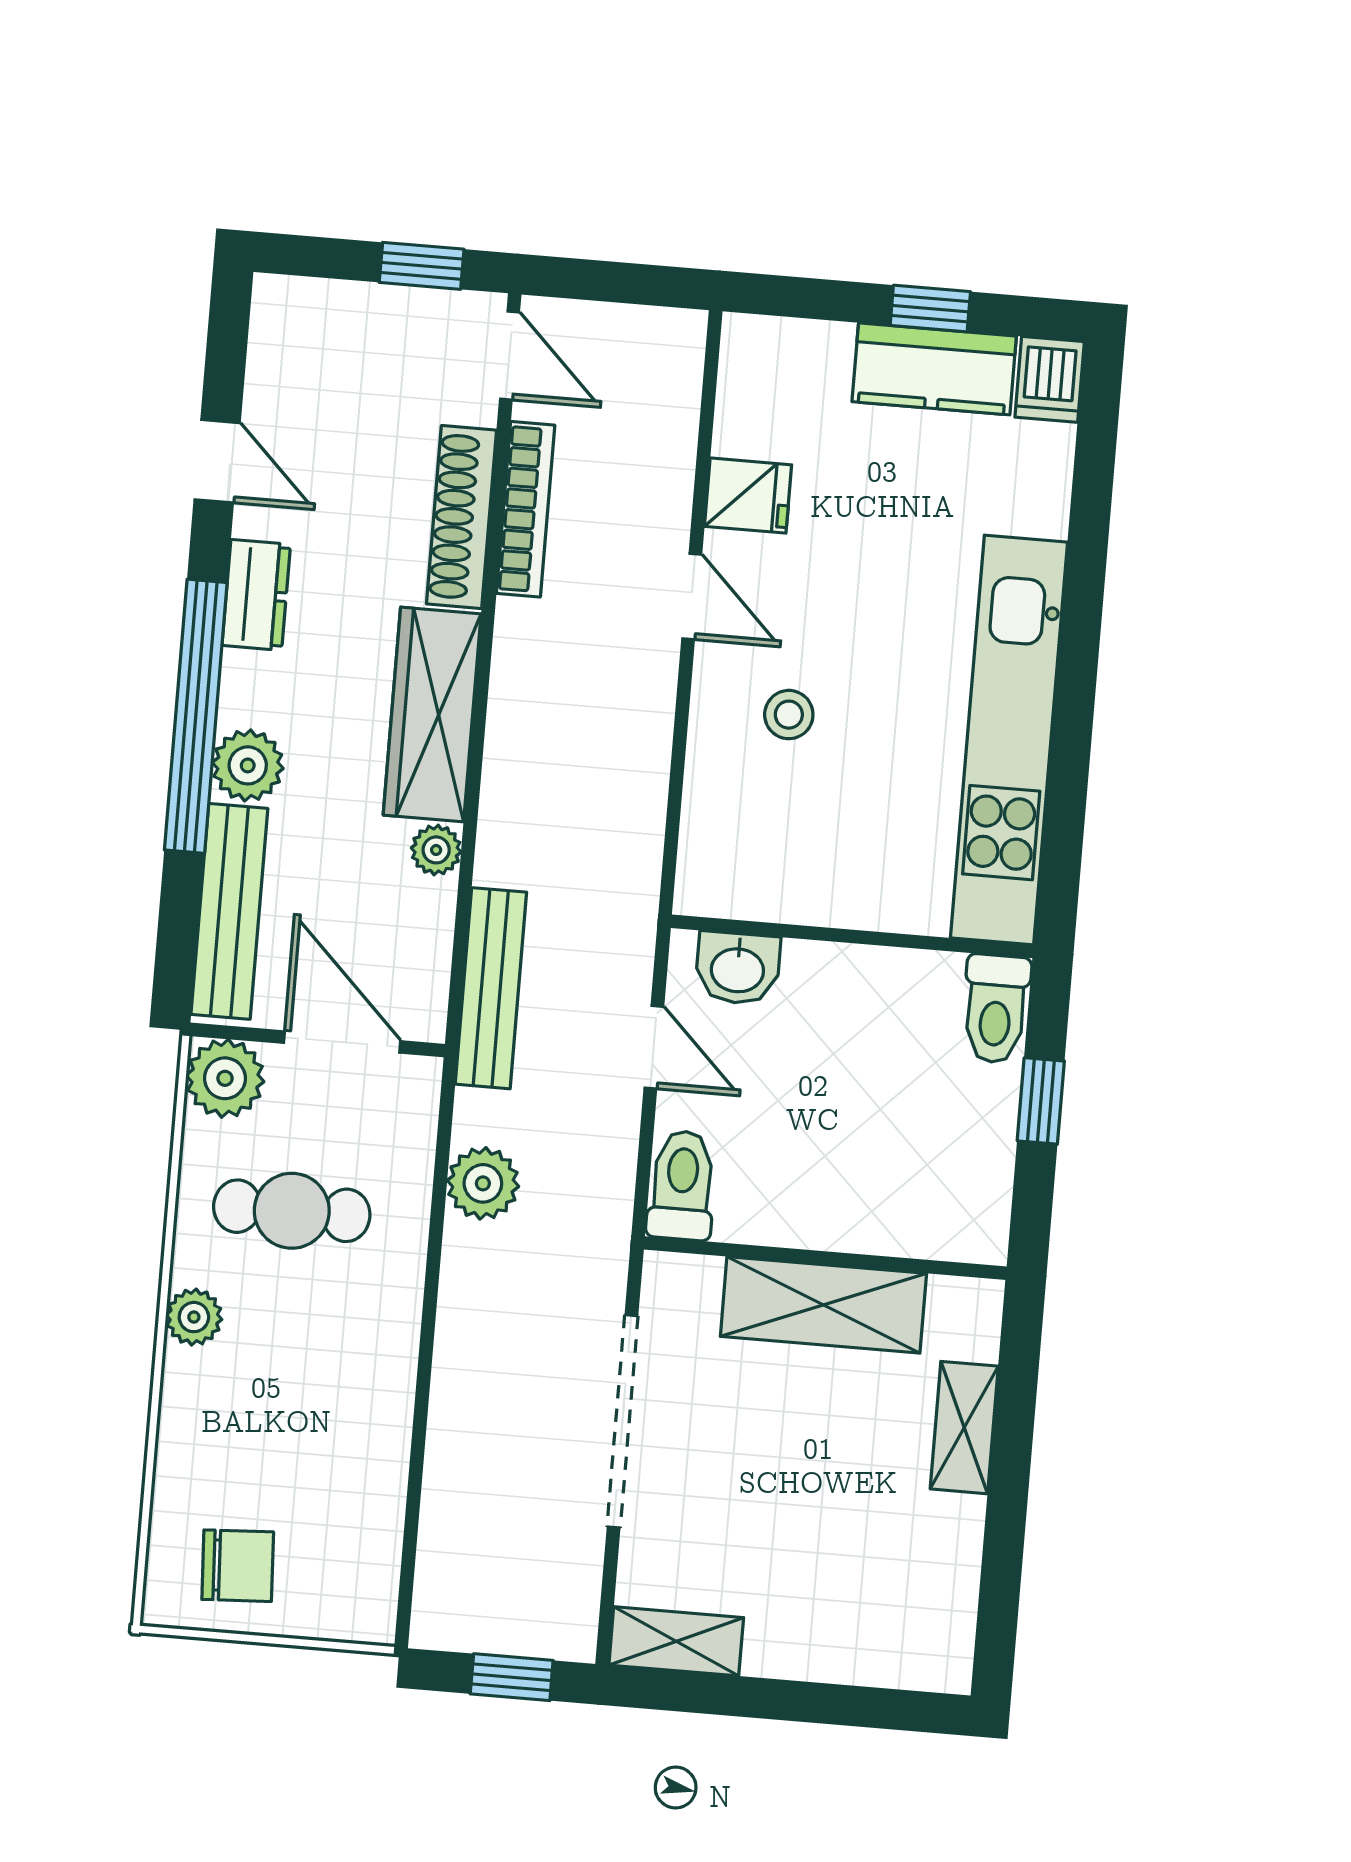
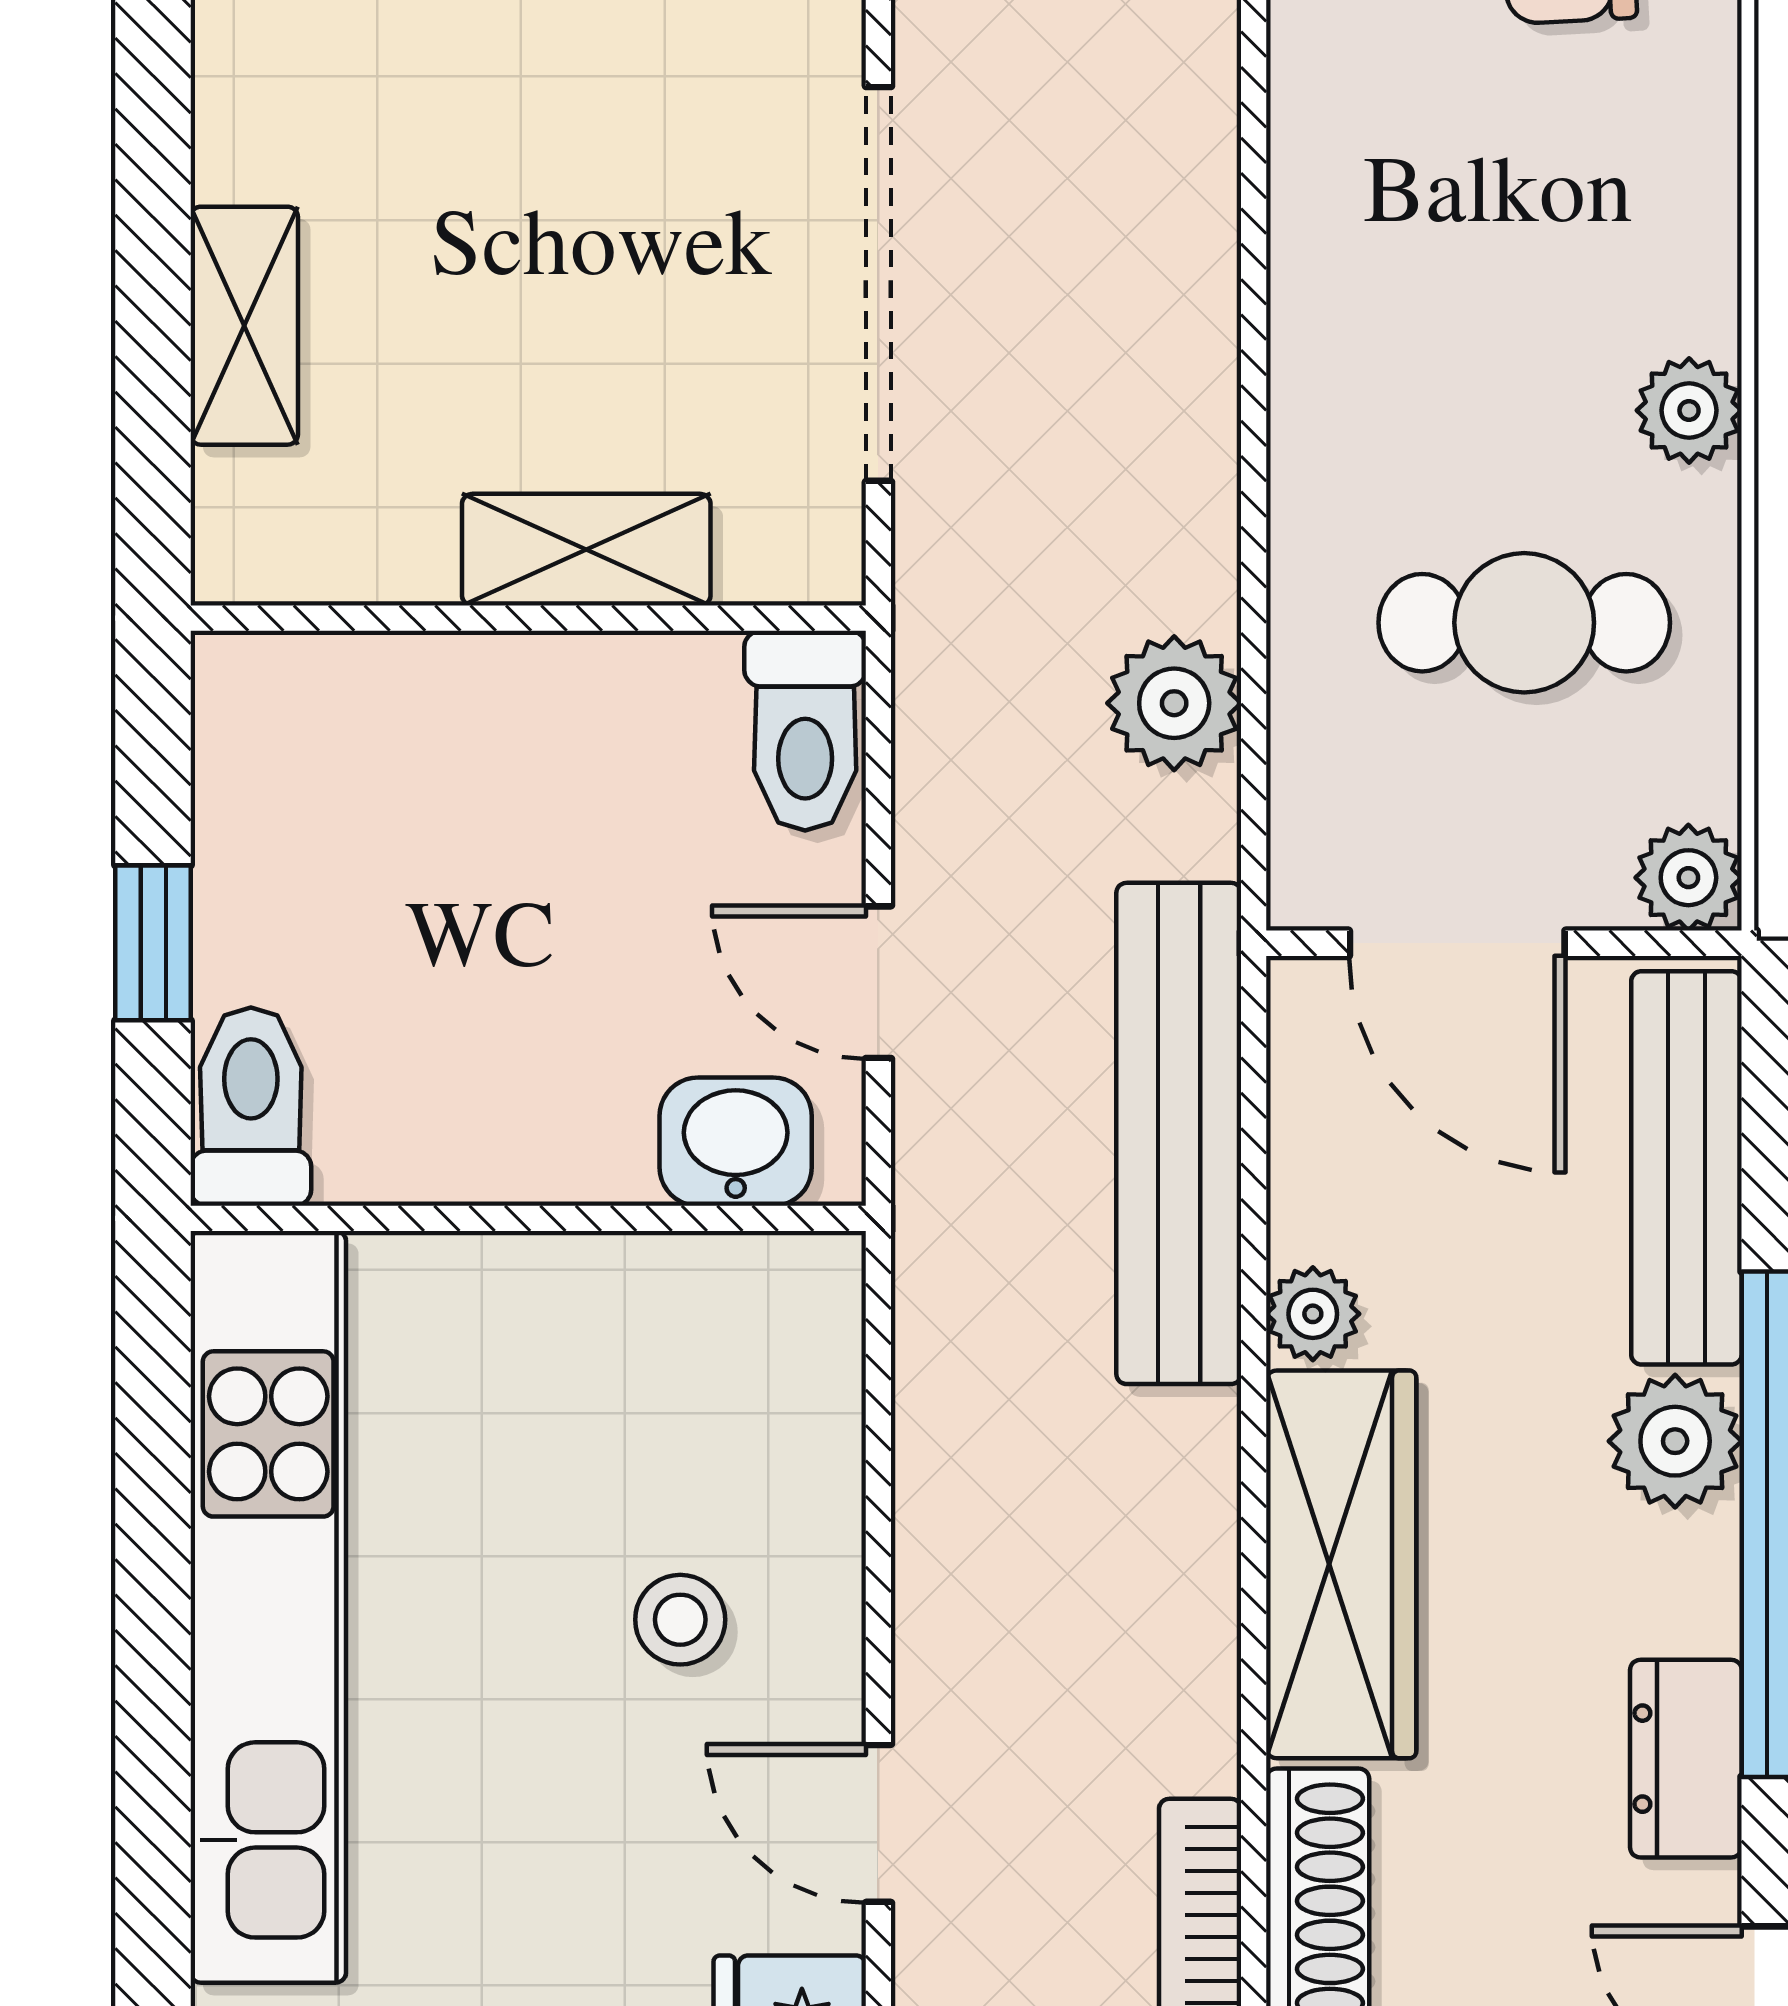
bench: (491, 988) -> (1179, 1133), width x1.37, depth x1.21
plant: (225, 1078) -> (1688, 878), width x0.73, depth x0.73
shelving: (823, 1305) -> (586, 550), width x0.67, depth x0.75

